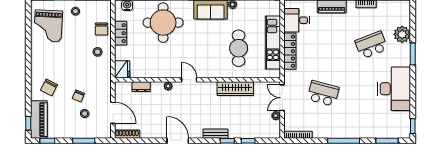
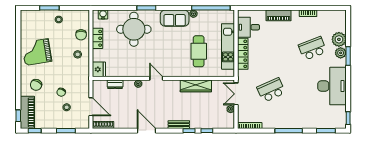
grand piano: (48, 26) -> (37, 52), moved, turned 78
plant: (404, 50) -> (341, 53), added
school desk: (323, 93) -> (271, 90), turned -39

